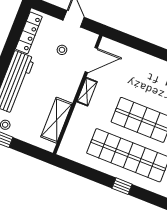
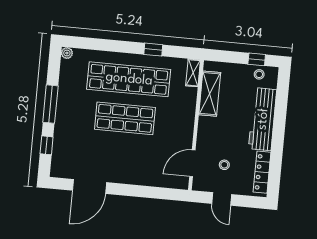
shelving: (87, 92) -> (193, 73), moved
window: (122, 186) -> (153, 50), moved

